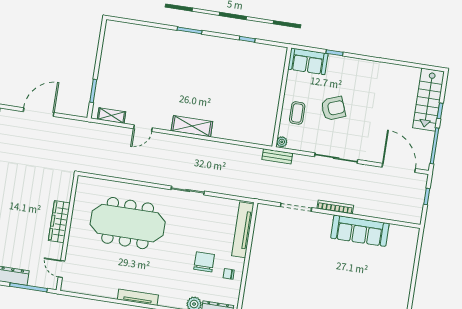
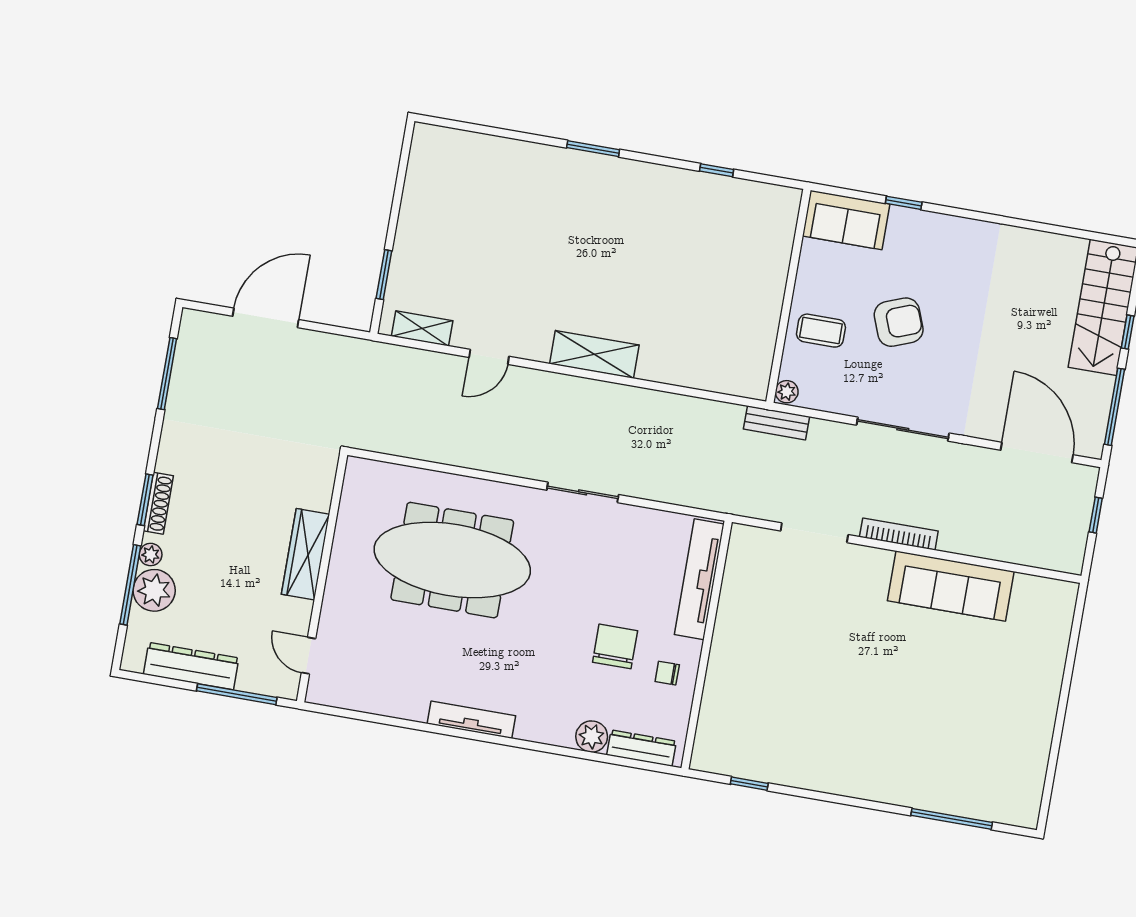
coffee table: (297, 113) -> (821, 331), turned 90

